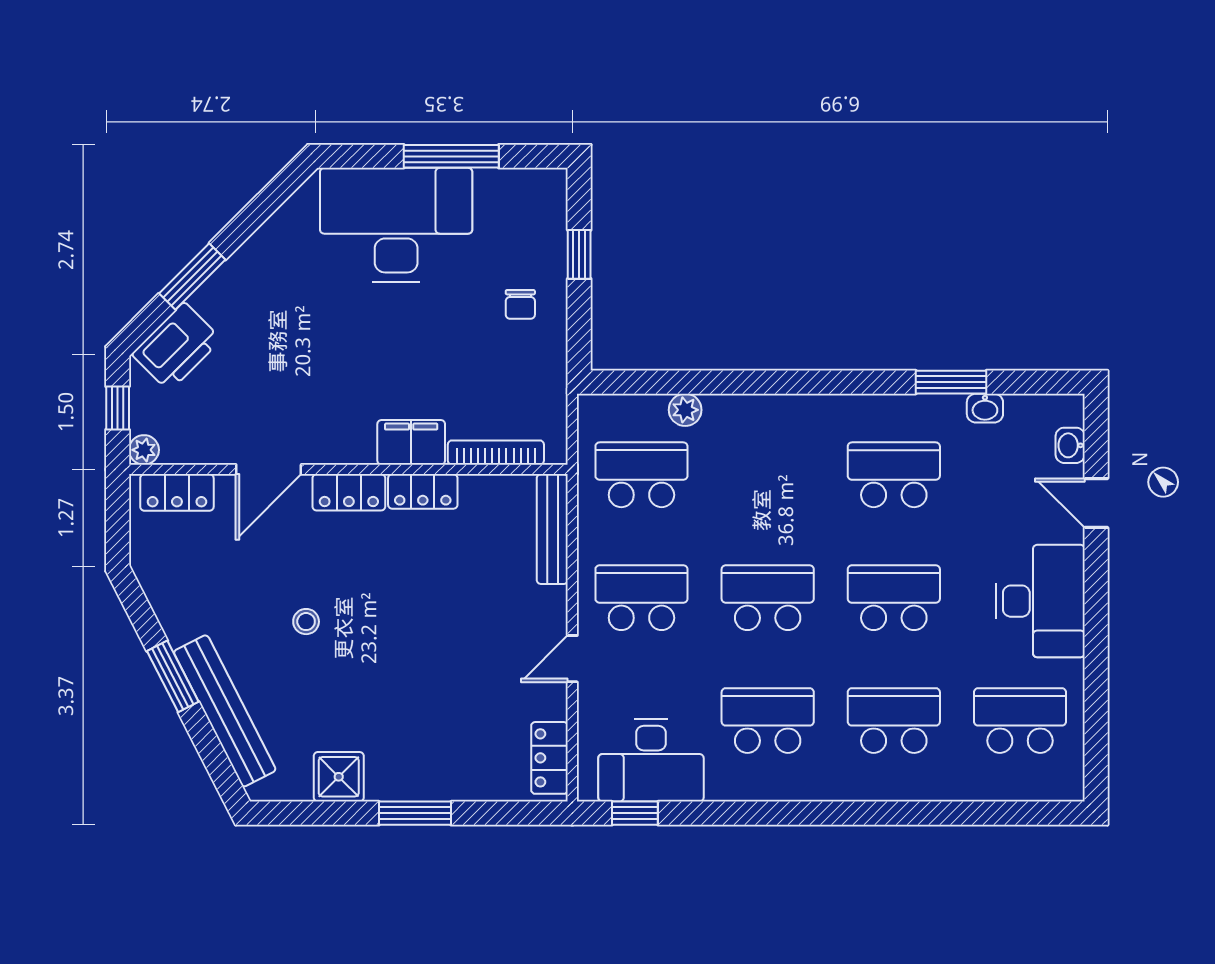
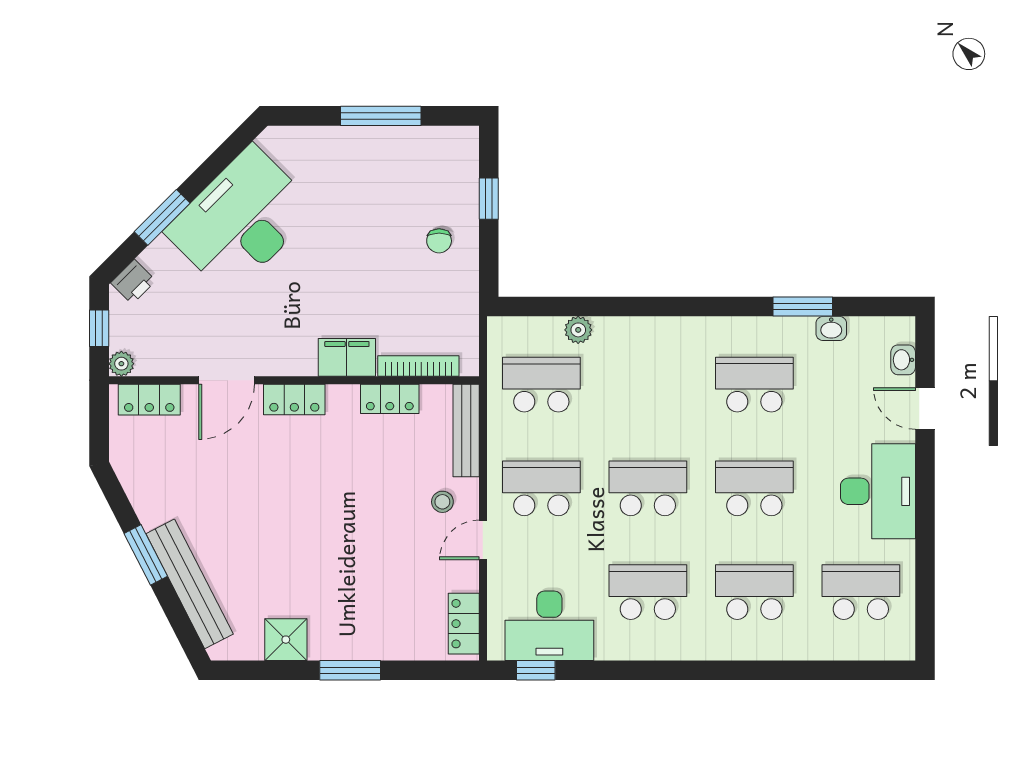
desk: (396, 225) -> (241, 220), moved, turned -45
printer: (177, 347) -> (133, 282), width x0.53, depth x0.68
locker: (423, 491) -> (390, 399), moved
stool: (306, 622) -> (442, 502), moved

